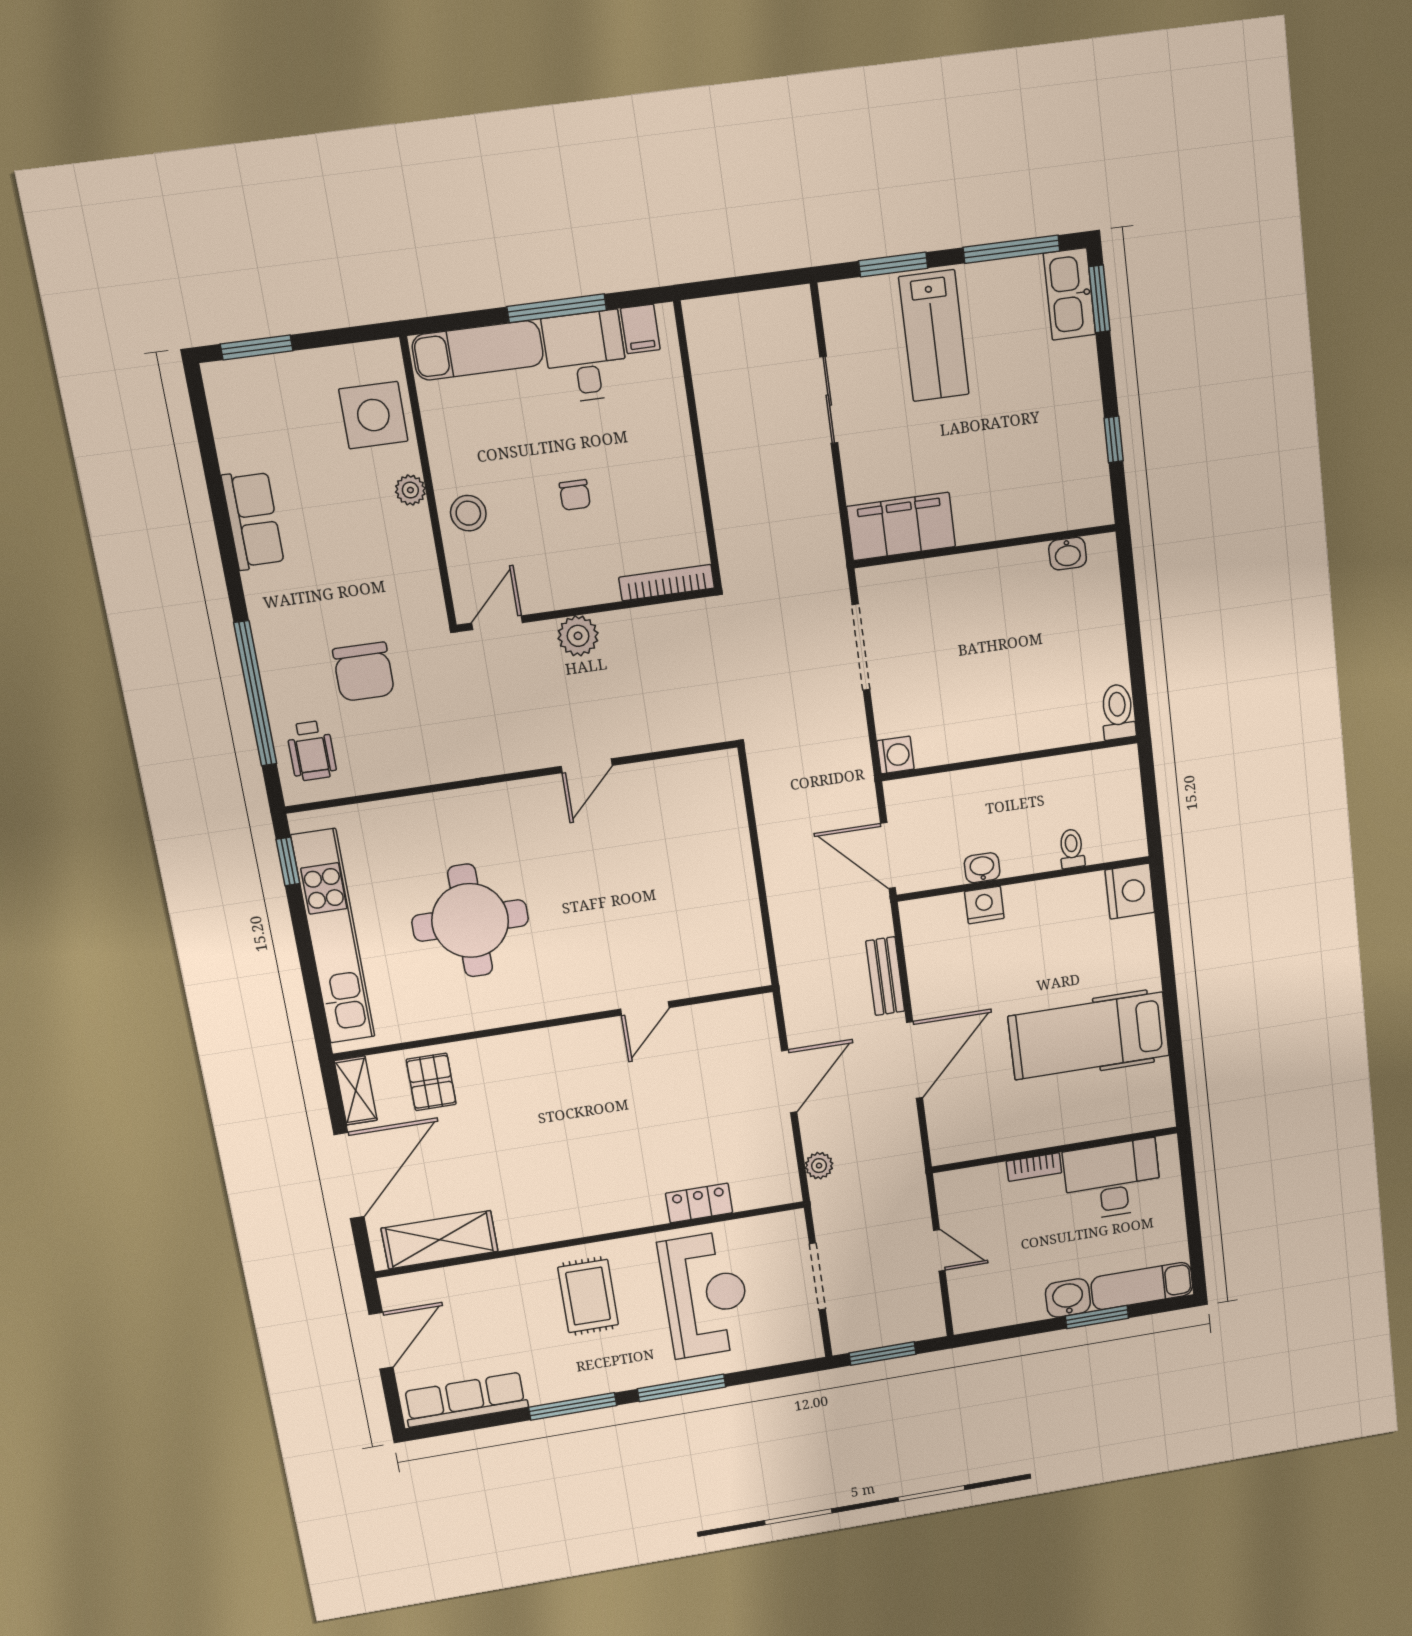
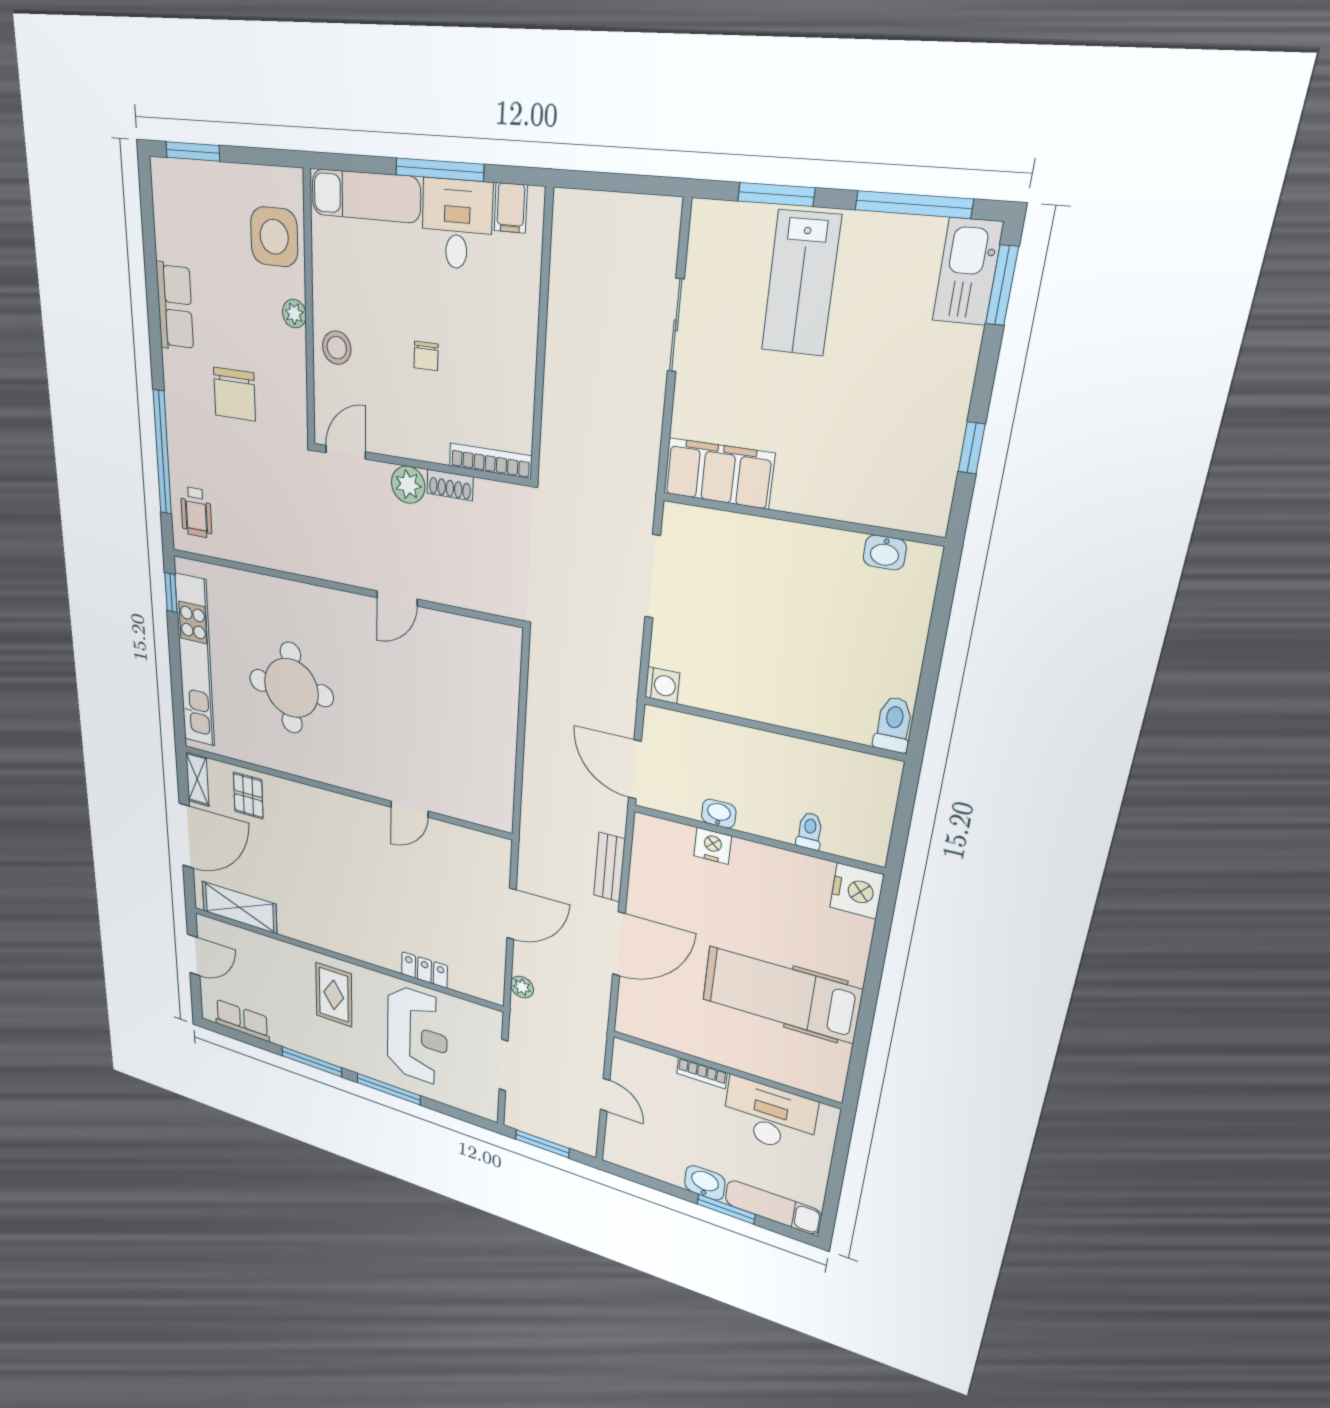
shoe rack: (626, 622) -> (450, 485), added
chair: (364, 672) -> (234, 394), moved
row of seats: (465, 1400) -> (242, 1020), width x0.68

